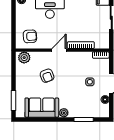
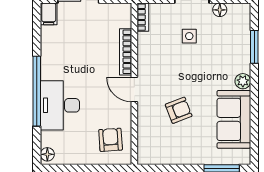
plant: (24, 58) -> (147, 150), removed

